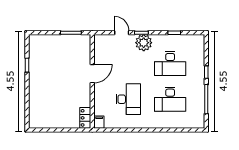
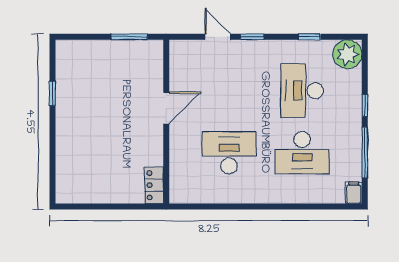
plant: (144, 43) -> (347, 54), moved
desk: (170, 64) -> (302, 91), turned 90
desk: (128, 99) -> (229, 153), turned -90
filing cabinet: (99, 122) -> (354, 193), moved

